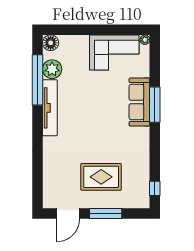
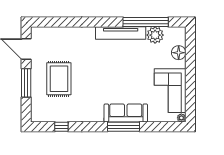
floor lamp: (51, 43) -> (179, 53), moved
window: (155, 188) -> (61, 127), moved

